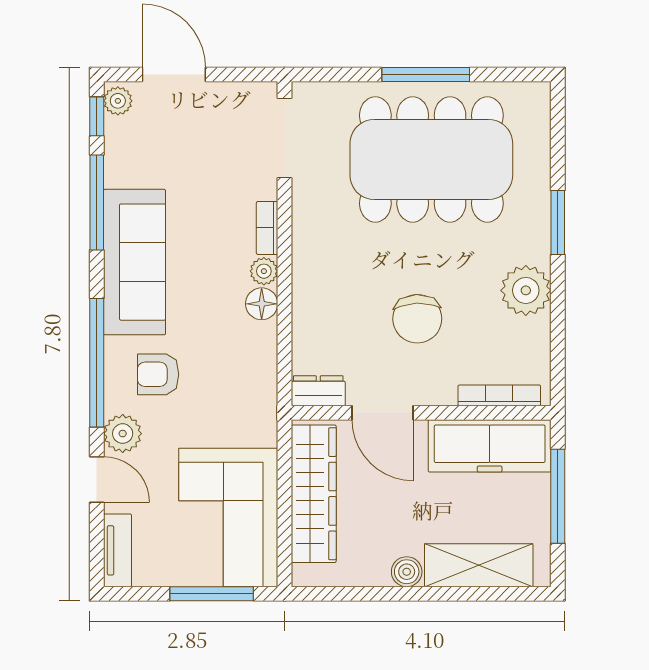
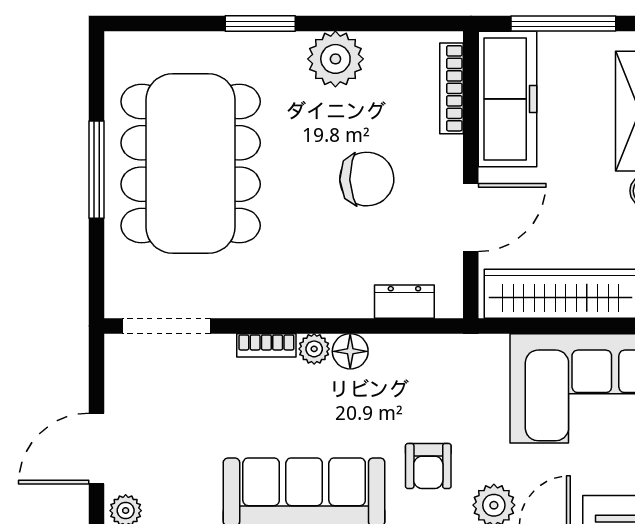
dresser: (318, 391) -> (404, 302), moved, turned 90

